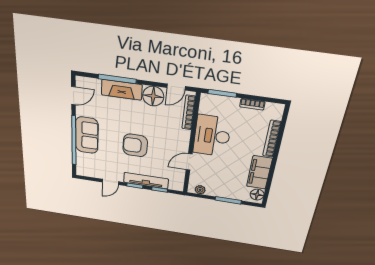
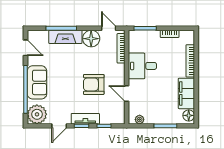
door: (176, 87) -> (109, 28), swing flipped
door: (73, 96) -> (25, 48), hinge flipped
desk: (212, 136) -> (142, 66), width x0.73
armchair: (135, 145) -> (94, 84), moved
door: (189, 162) -> (127, 93), hinge flipped
plant: (87, 167) -> (37, 114), added
tv unit: (146, 181) -> (85, 119), width x0.71

